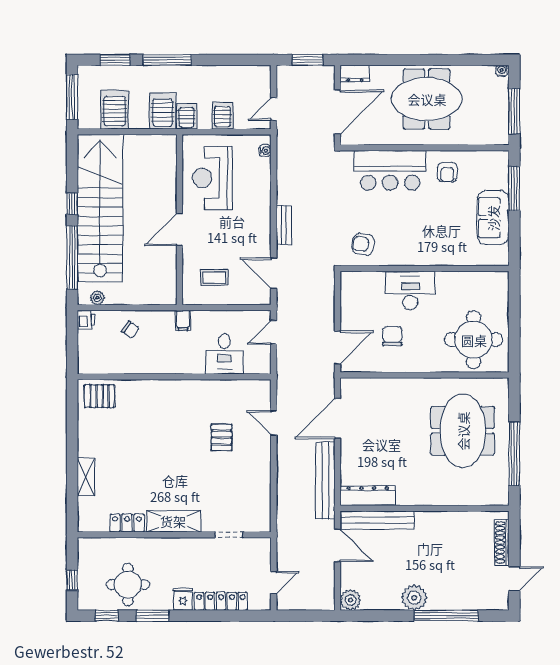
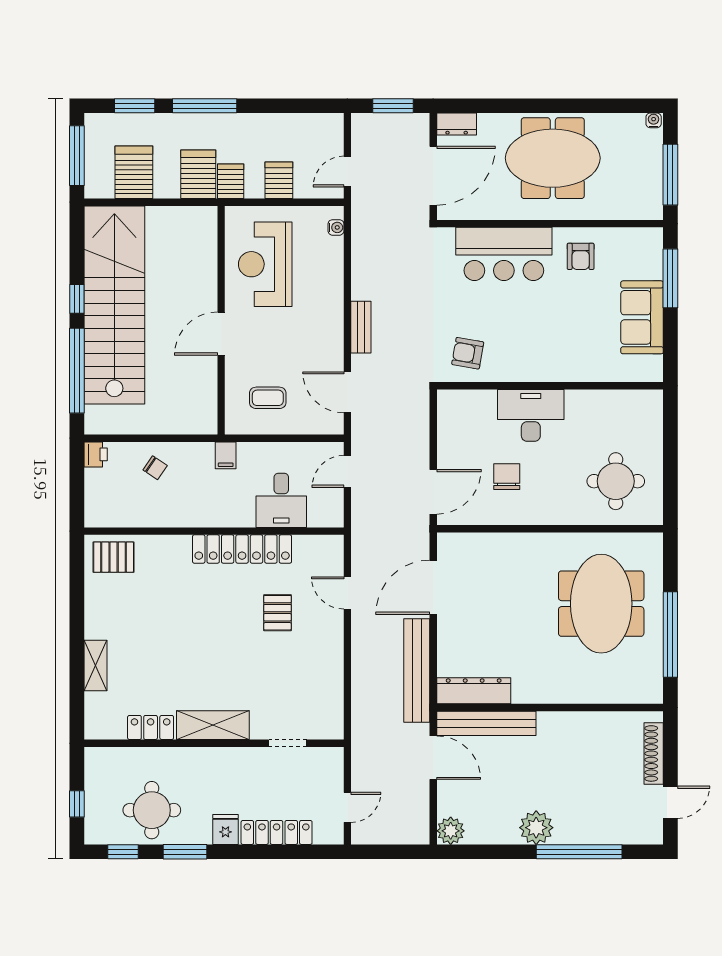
plant: (97, 298) -> (111, 425), removed
round table: (474, 340) -> (616, 481), width x0.73, depth x0.73
locker: (195, 390) -> (242, 549), added

